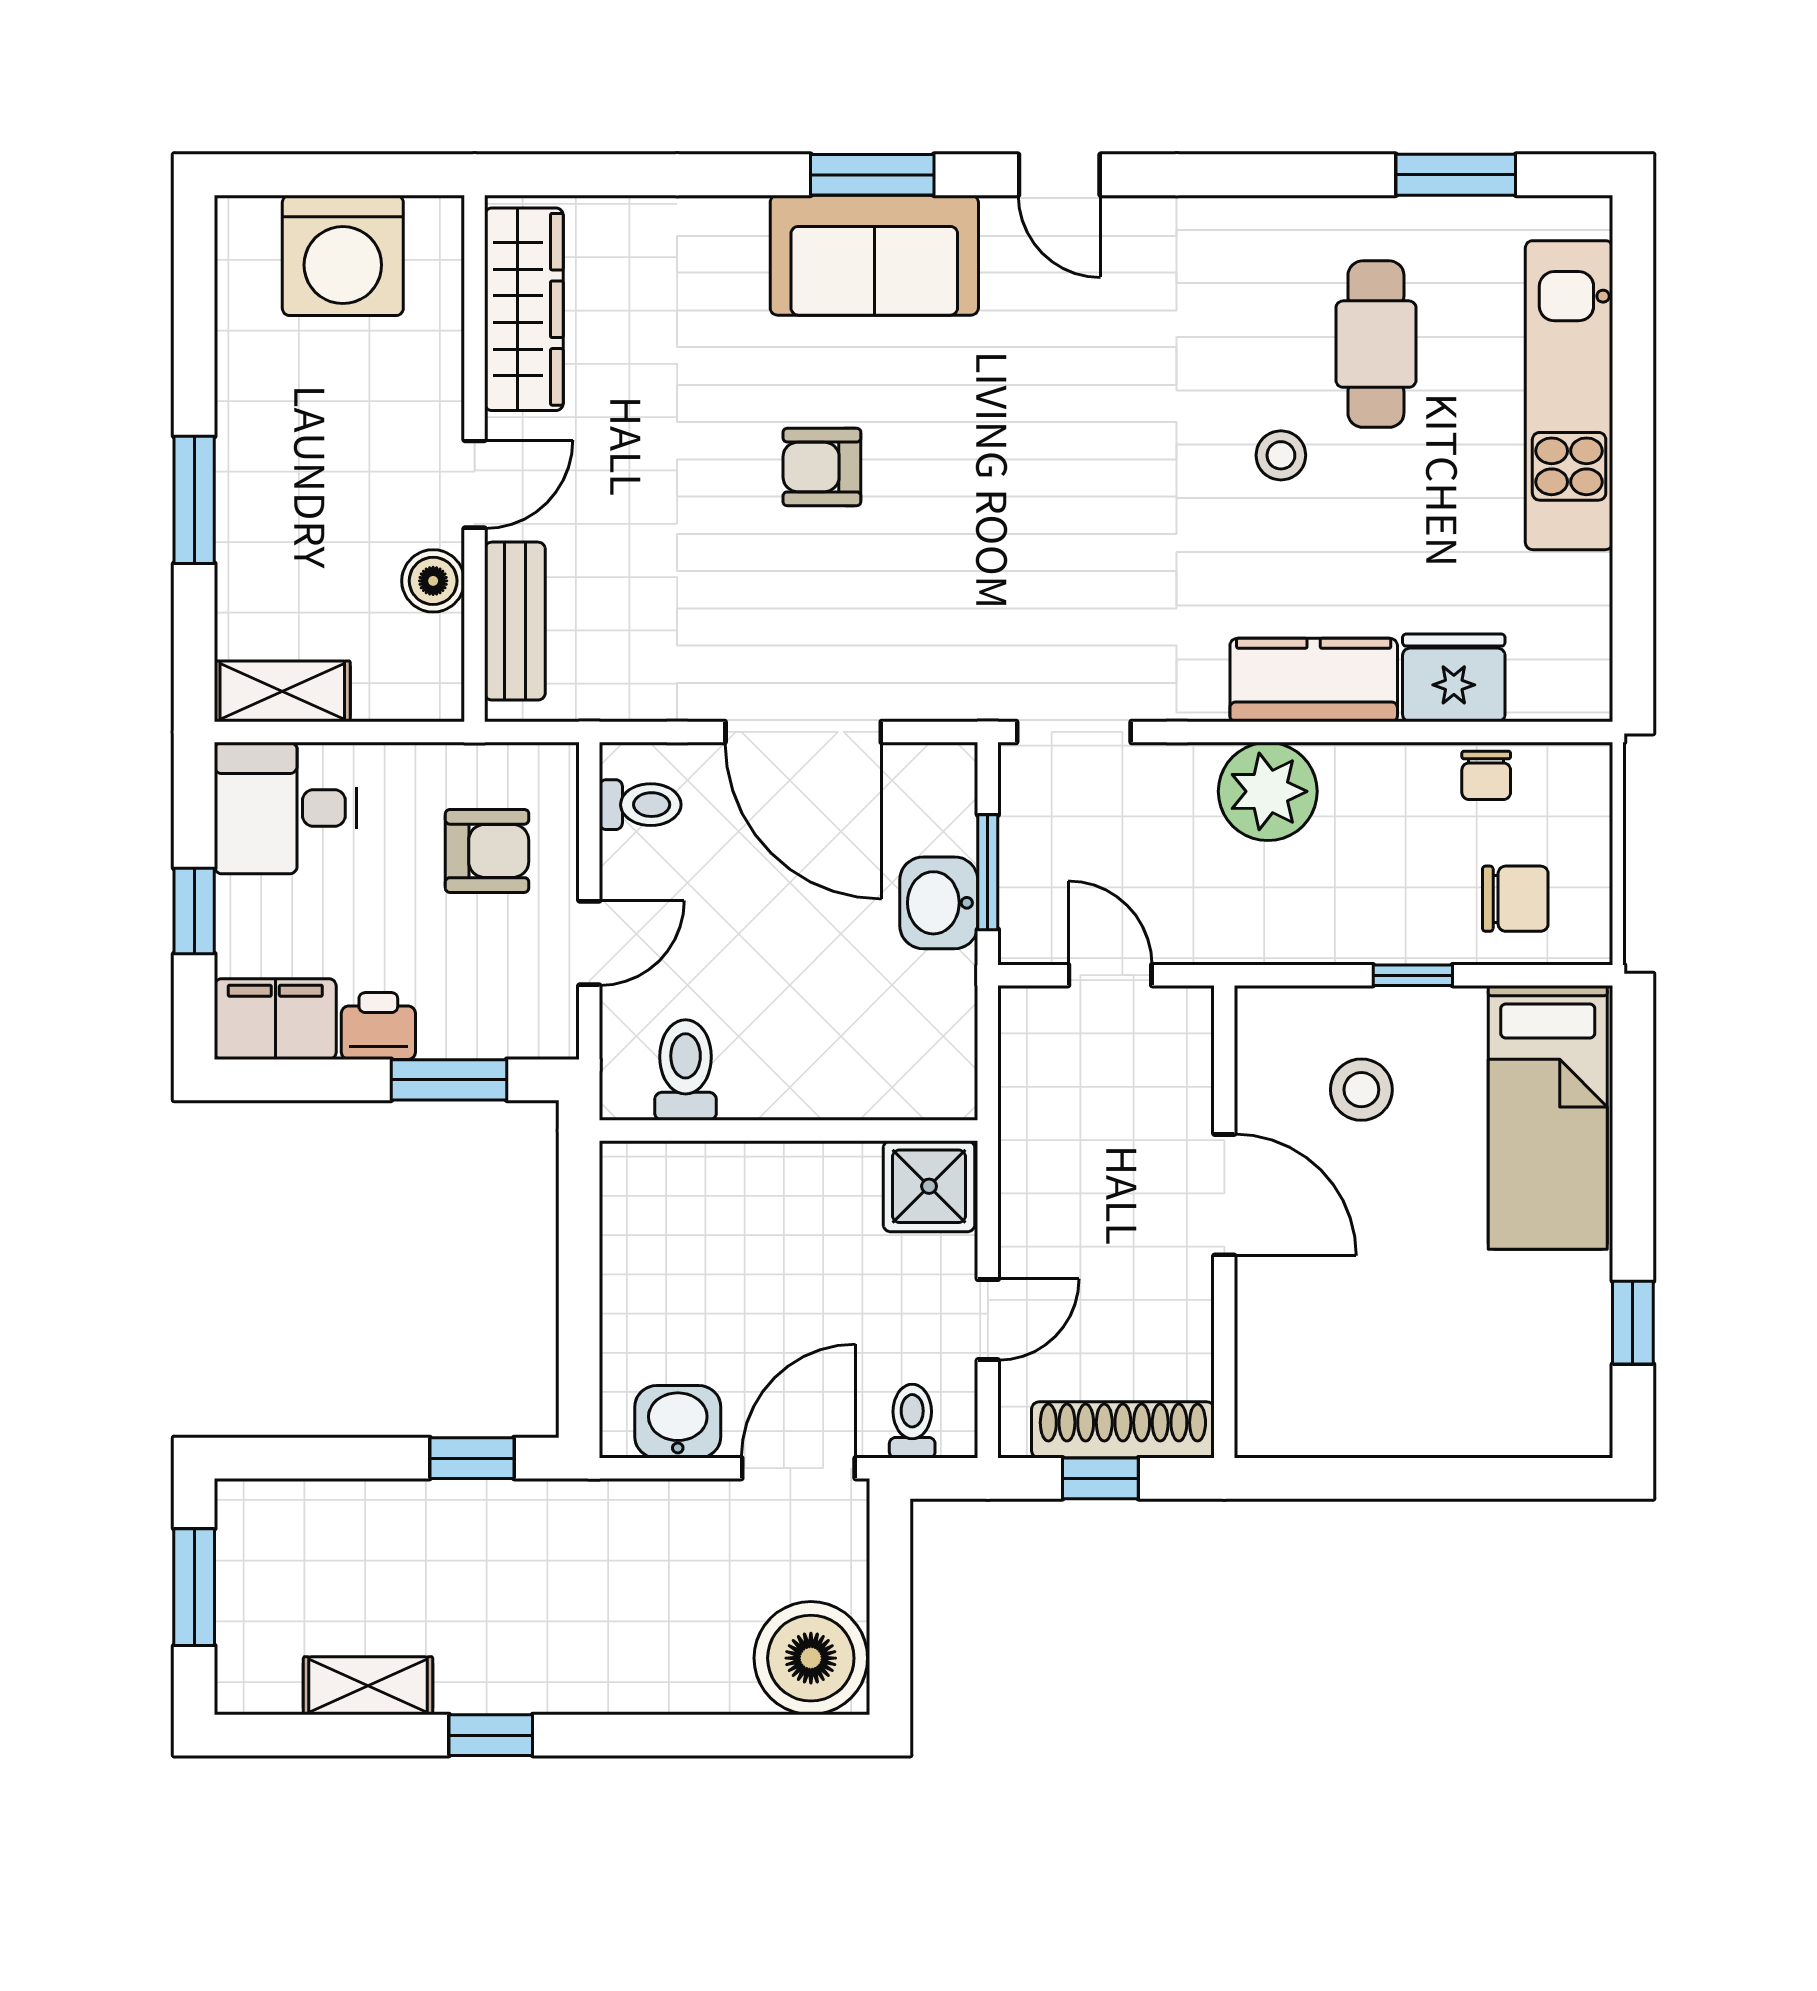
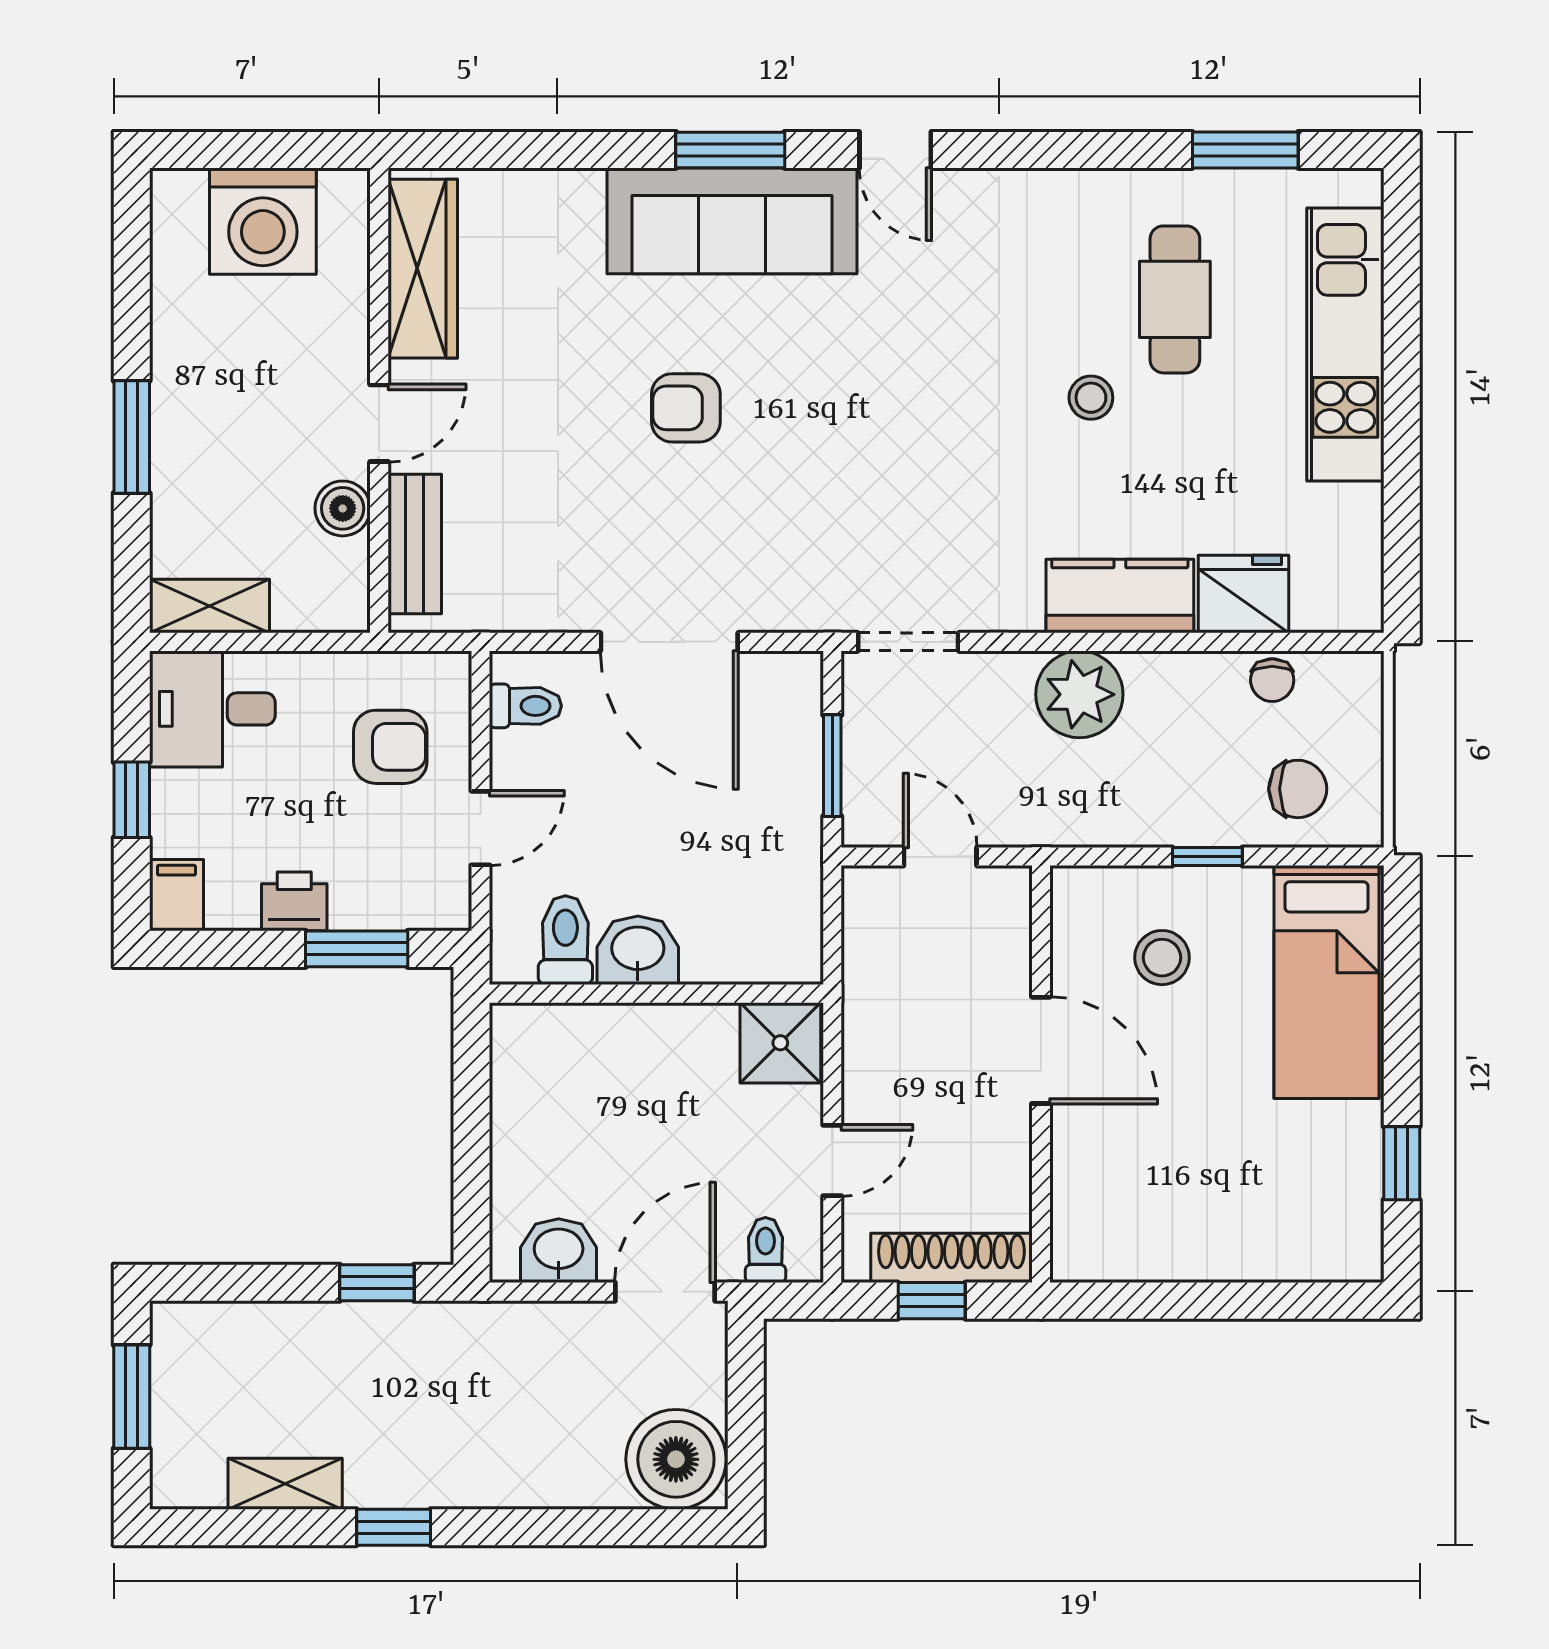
sofa: (874, 255) -> (732, 221), width x1.36
washbasin: (939, 903) -> (638, 950), moved, turned 90
filing cabinet: (275, 1019) -> (176, 895), width x0.50

